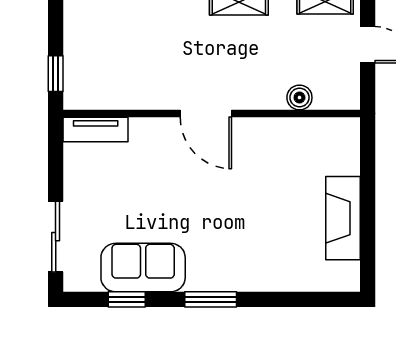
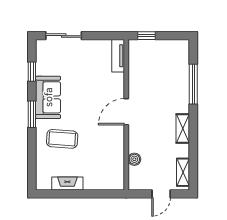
fireplace: (343, 218) -> (67, 183), width x0.73, depth x0.76
coffee table: (259, 240) -> (62, 139), added
sofa: (143, 268) -> (48, 97), moved

